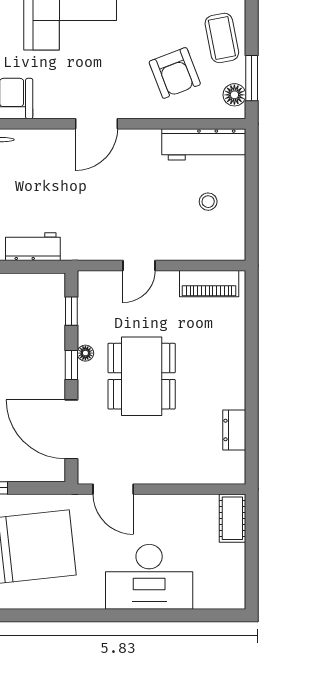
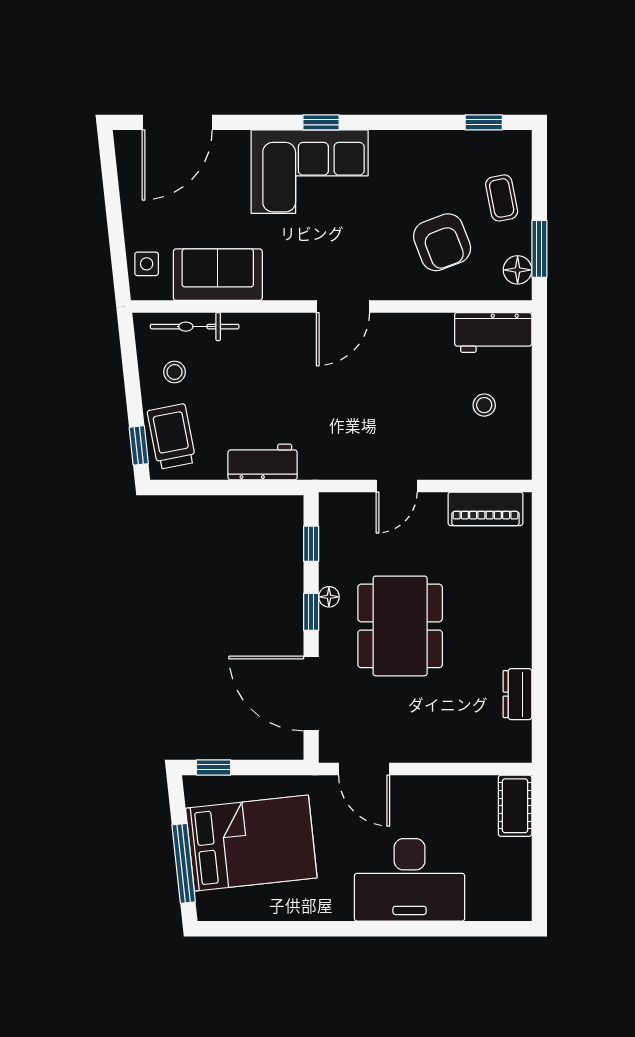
coffee table: (222, 38) -> (502, 198), width x0.73, depth x0.77
workbench: (204, 144) -> (493, 332), width x0.73

